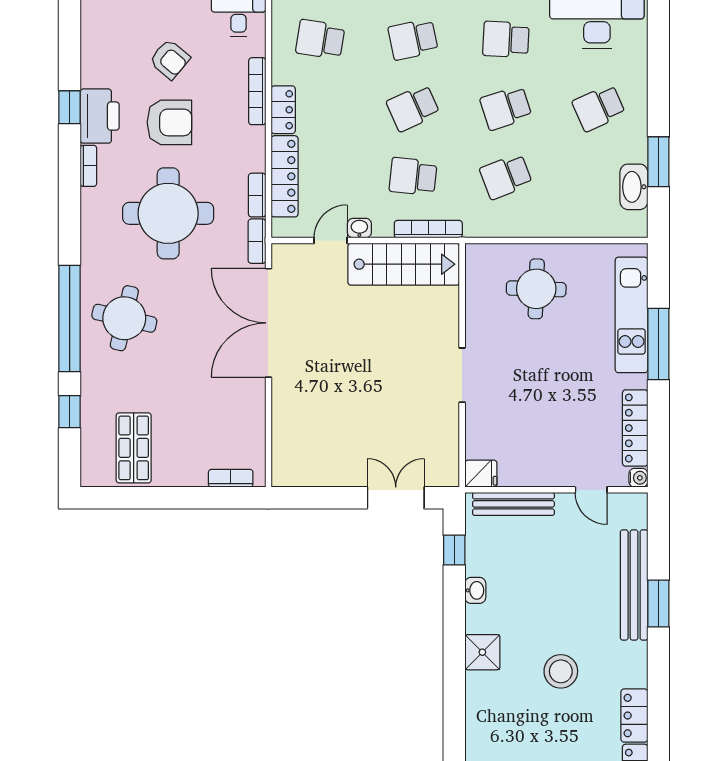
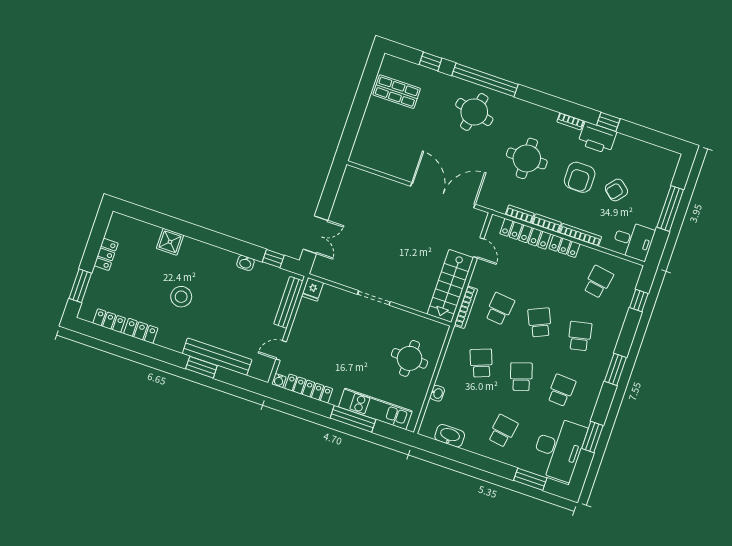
school desk: (599, 108) -> (503, 431), turned 33
window: (658, 162) -> (530, 479), moved
round table: (168, 213) -> (527, 158), width x0.73, depth x0.73
washbasin: (359, 228) -> (437, 393), moved
bookcase: (257, 241) -> (547, 223), moved
bookcase: (231, 478) -> (360, 142), removed
shower: (482, 652) -> (170, 242), moved

